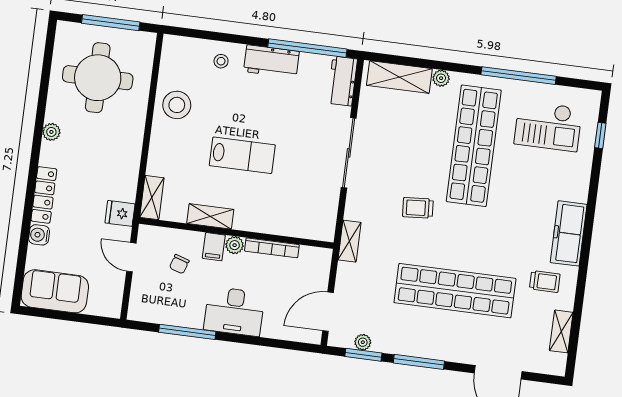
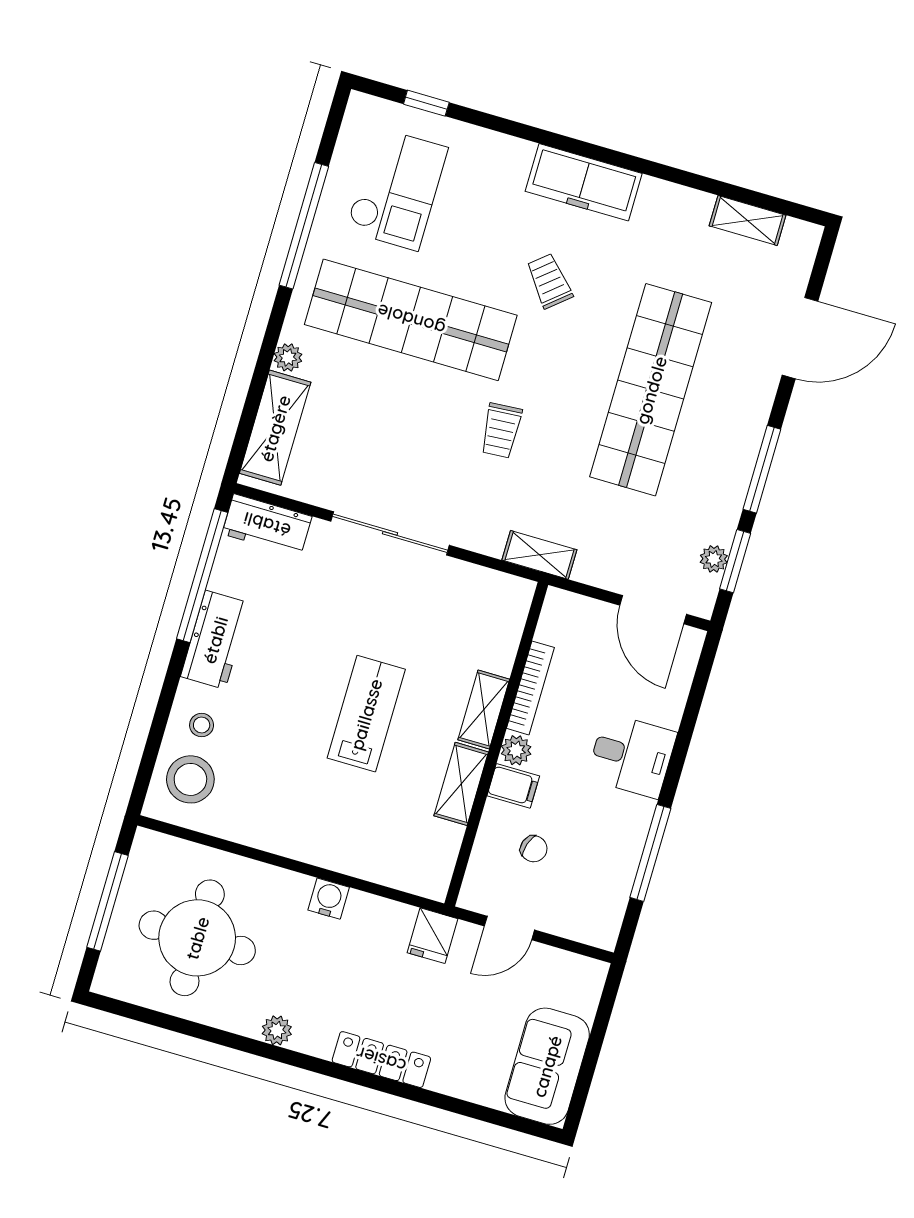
stool: (177, 105) -> (190, 779), moved
shelving: (152, 198) -> (484, 709), moved, turned 90
water cooler: (39, 235) -> (329, 899), moved, turned 180
trolley: (545, 281) -> (549, 281), moved, turned -40
desk: (234, 311) -> (632, 756), width x0.73

